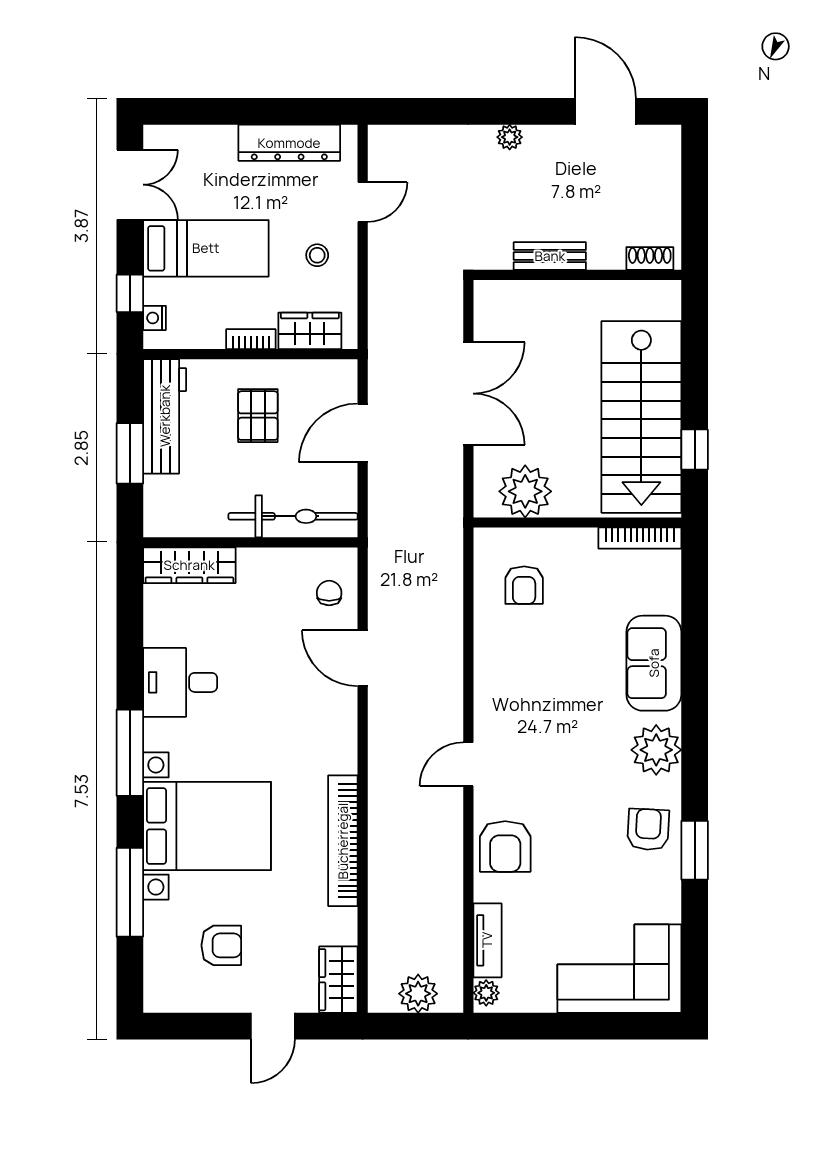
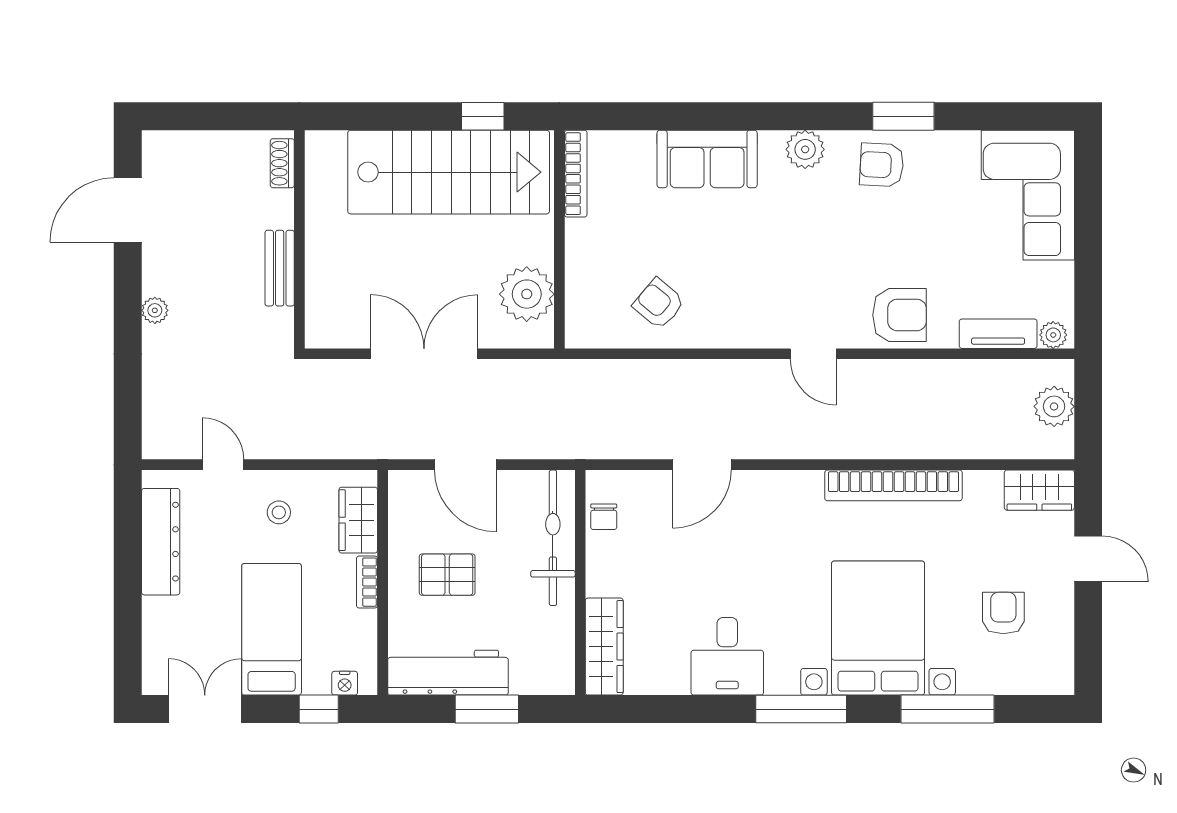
armchair: (524, 585) -> (659, 304), moved, turned -140
chair: (329, 593) -> (604, 517), moved, turned -90
plant: (656, 750) -> (805, 149), width x0.73, depth x0.73

